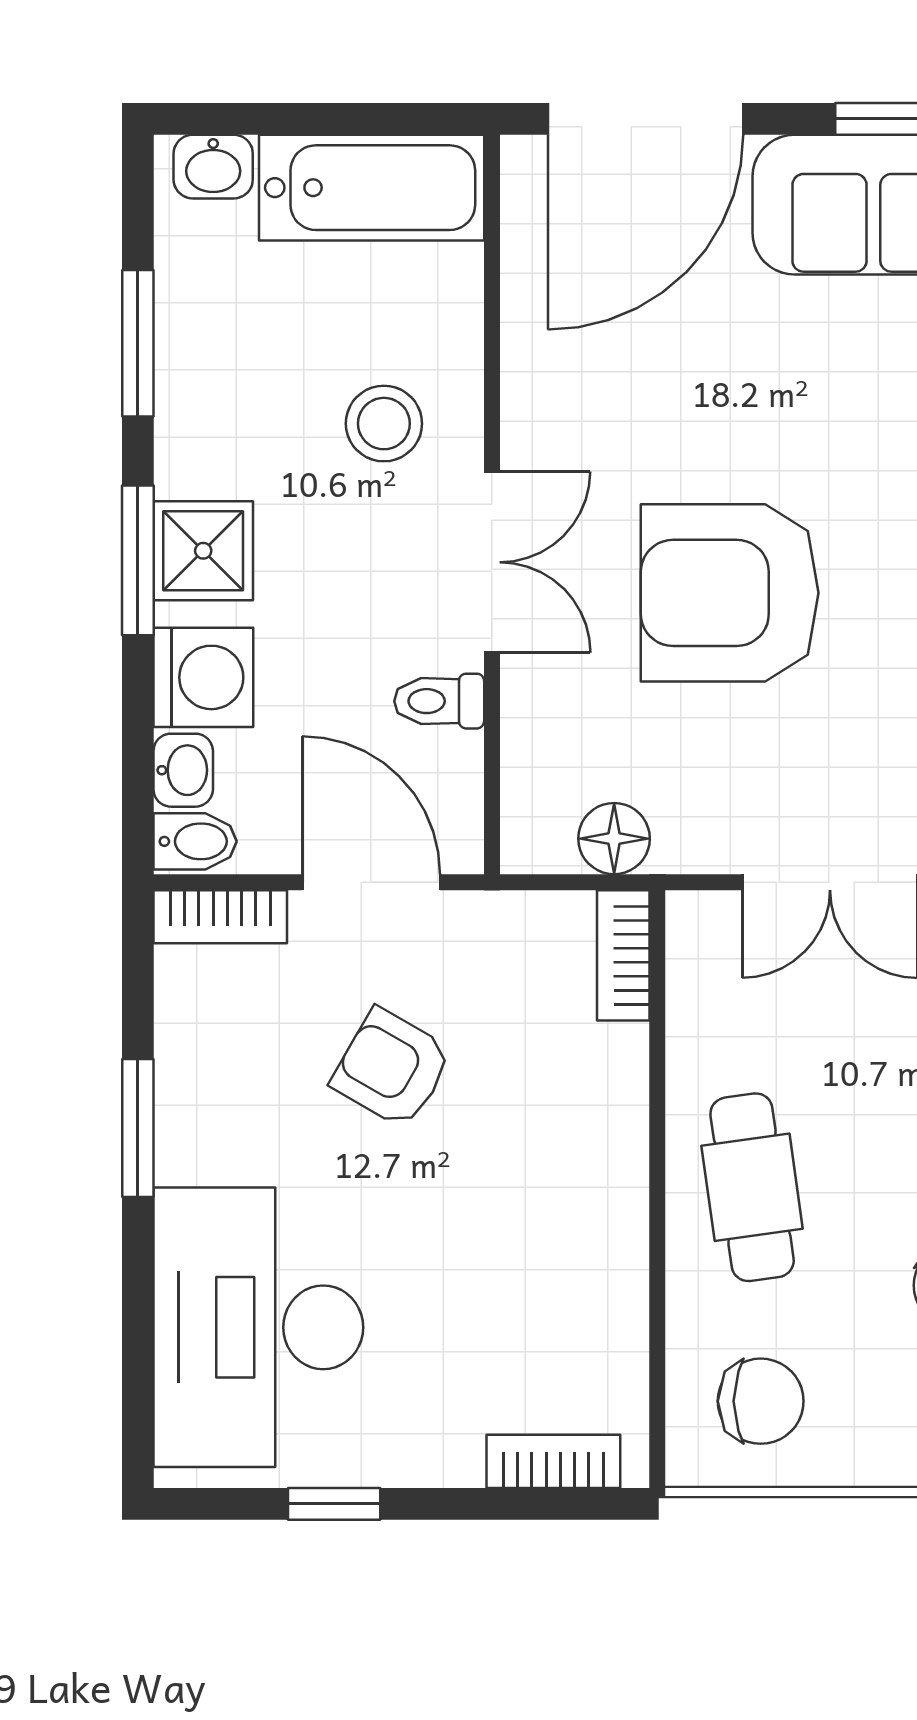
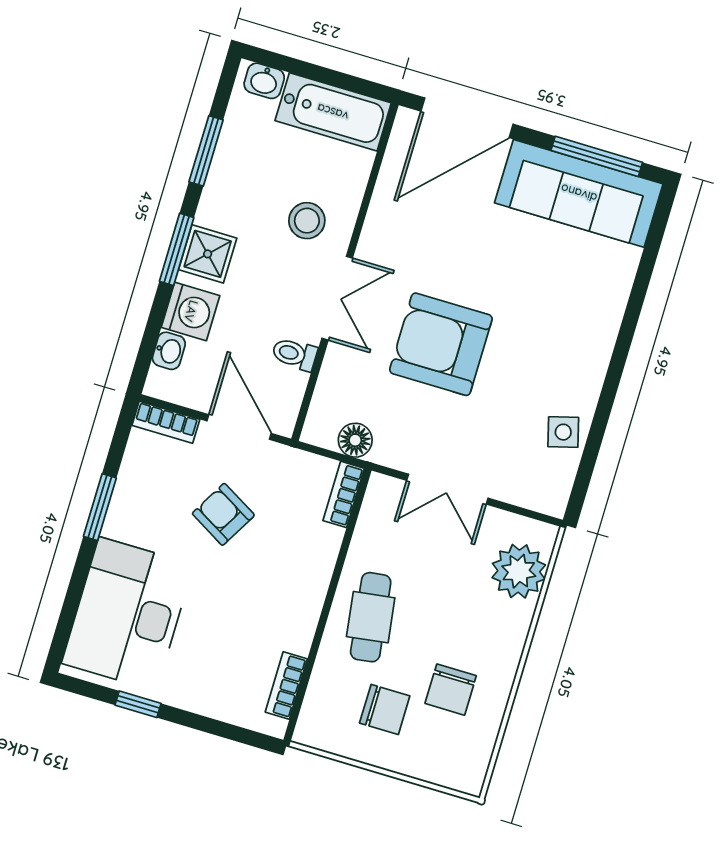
bidet: (195, 841) -> (165, 385), removed
chair: (761, 1401) -> (385, 709), moved
bookcase: (553, 1461) -> (286, 685), moved, turned -90

